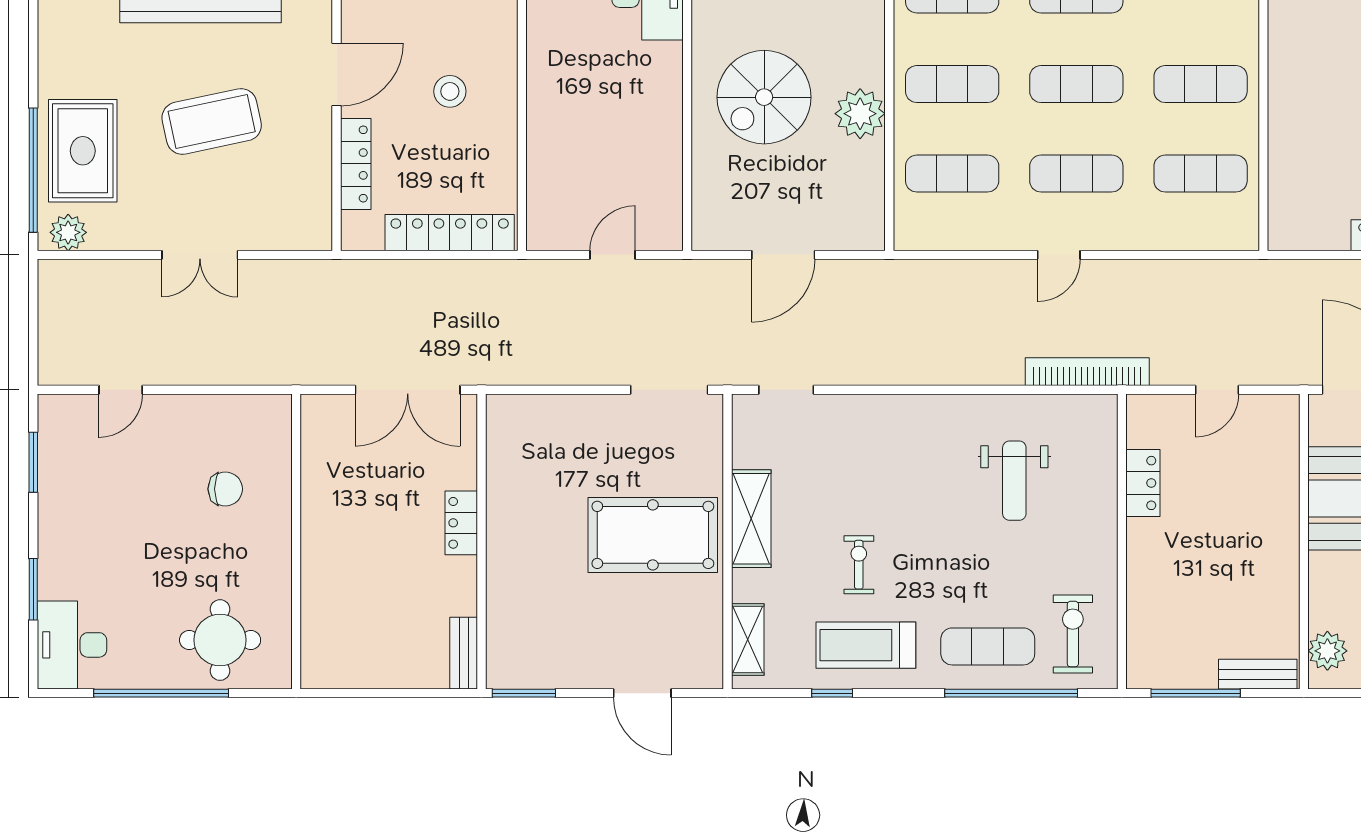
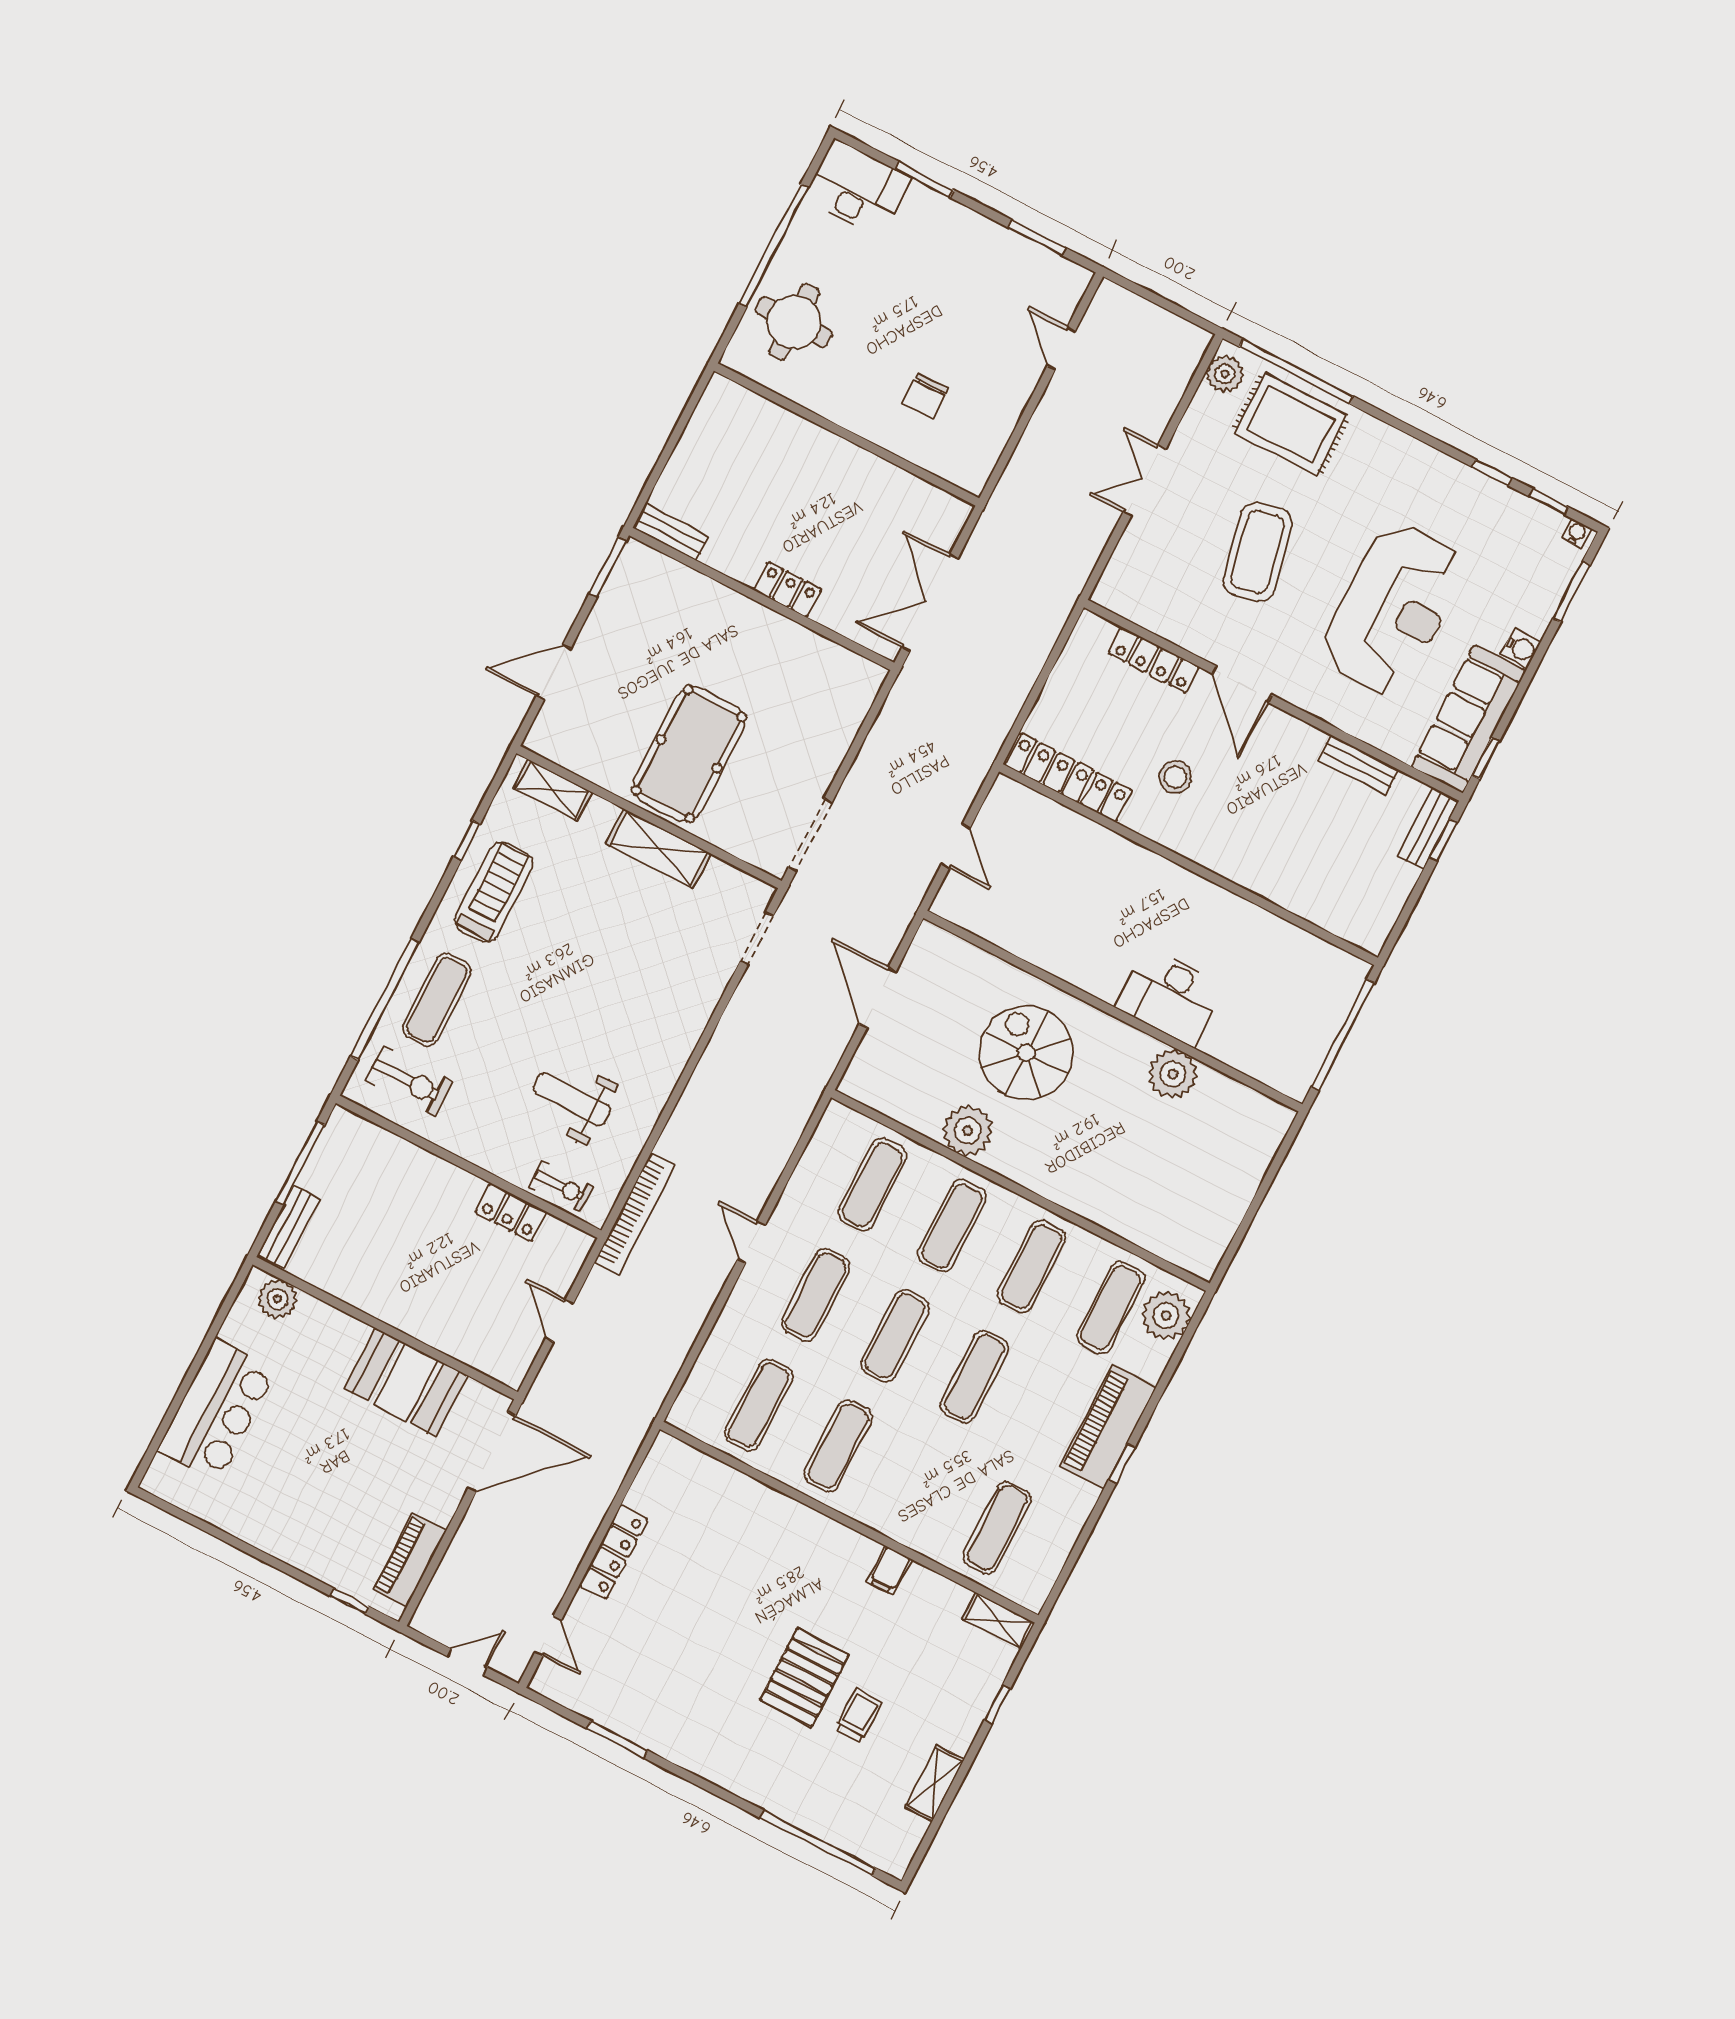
locker: (450, 233) -> (1068, 778), moved, turned -90
exercise bike: (859, 565) -> (561, 1186), moved

